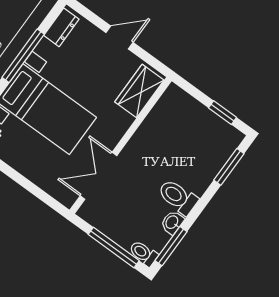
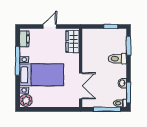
double door: (99, 176) -> (81, 86), swing flipped
toilet: (178, 197) -> (117, 59), moved

